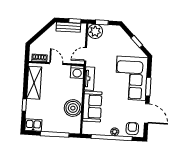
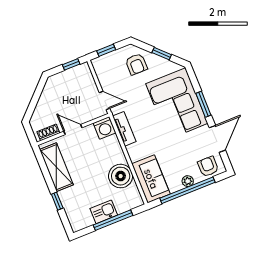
bench: (68, 27) -> (67, 76), removed
plant: (95, 31) -> (103, 66), removed
armchair: (117, 40) -> (136, 64), added
door: (86, 54) -> (105, 100), swing flipped
sofa: (92, 106) -> (151, 179), moved
door: (147, 113) -> (217, 139), hinge flipped
kitchen sink: (33, 125) -> (104, 212), moved

